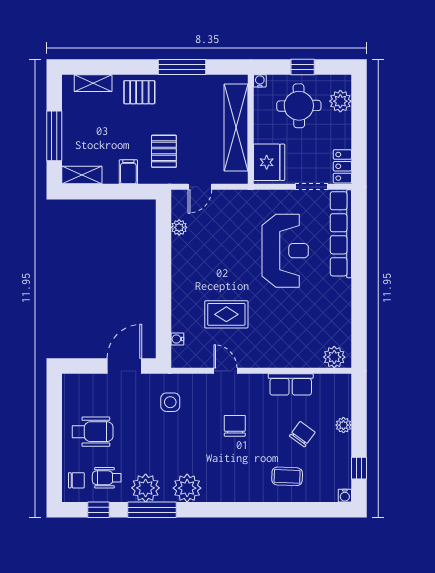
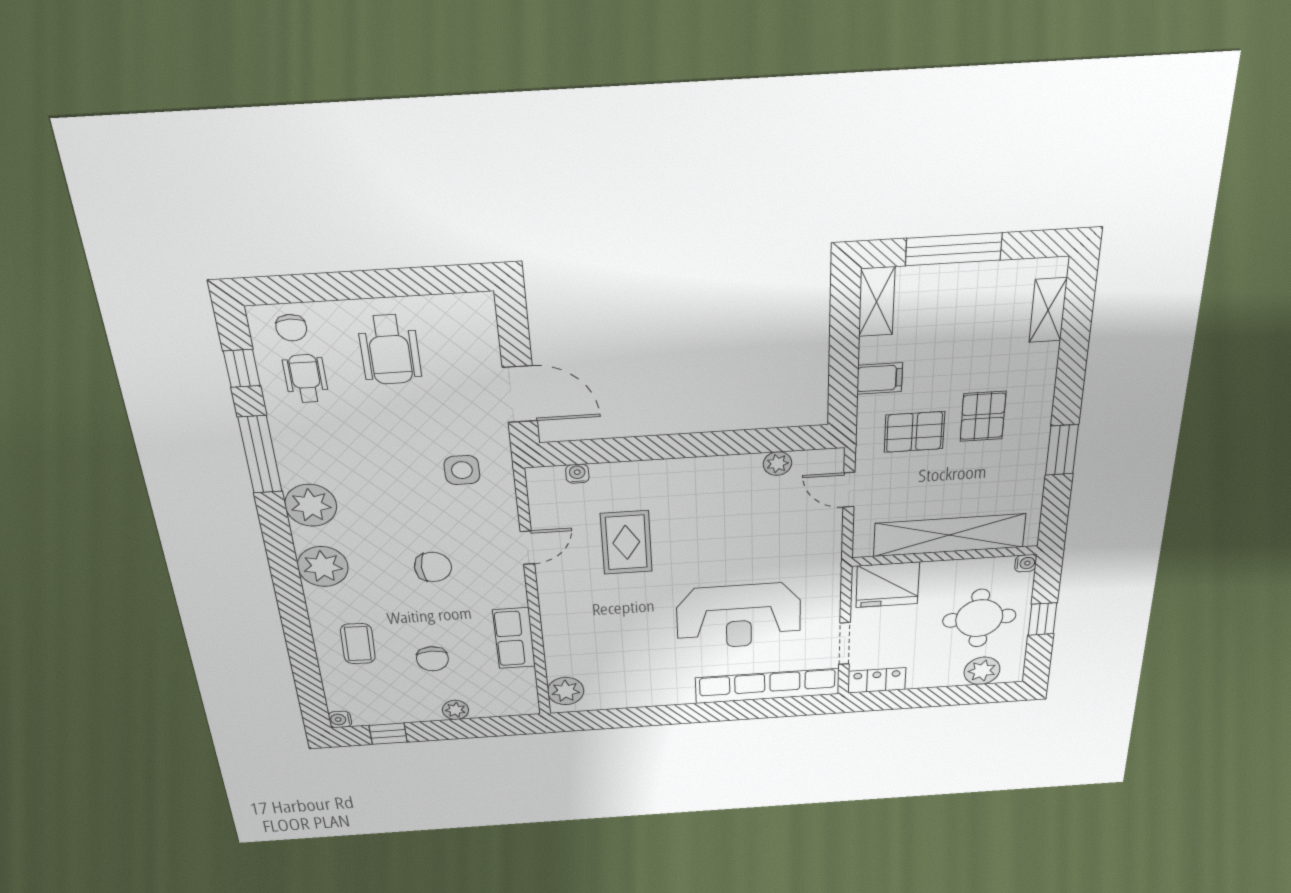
window: (182, 67) -> (1062, 450), width x0.69
pallet: (139, 92) -> (983, 416), moved
chair: (302, 434) -> (432, 659), turned 54
plant: (146, 488) -> (323, 567), moved

